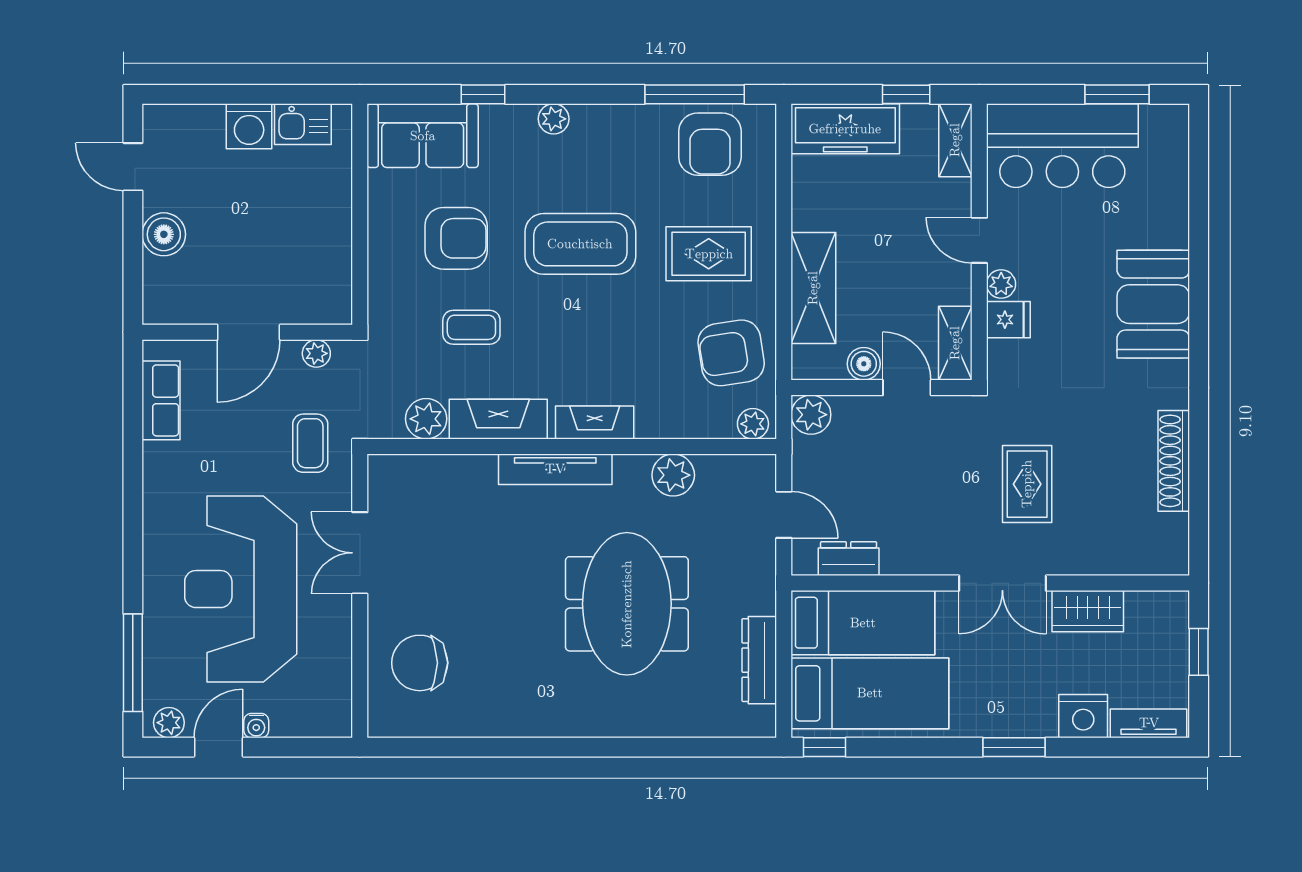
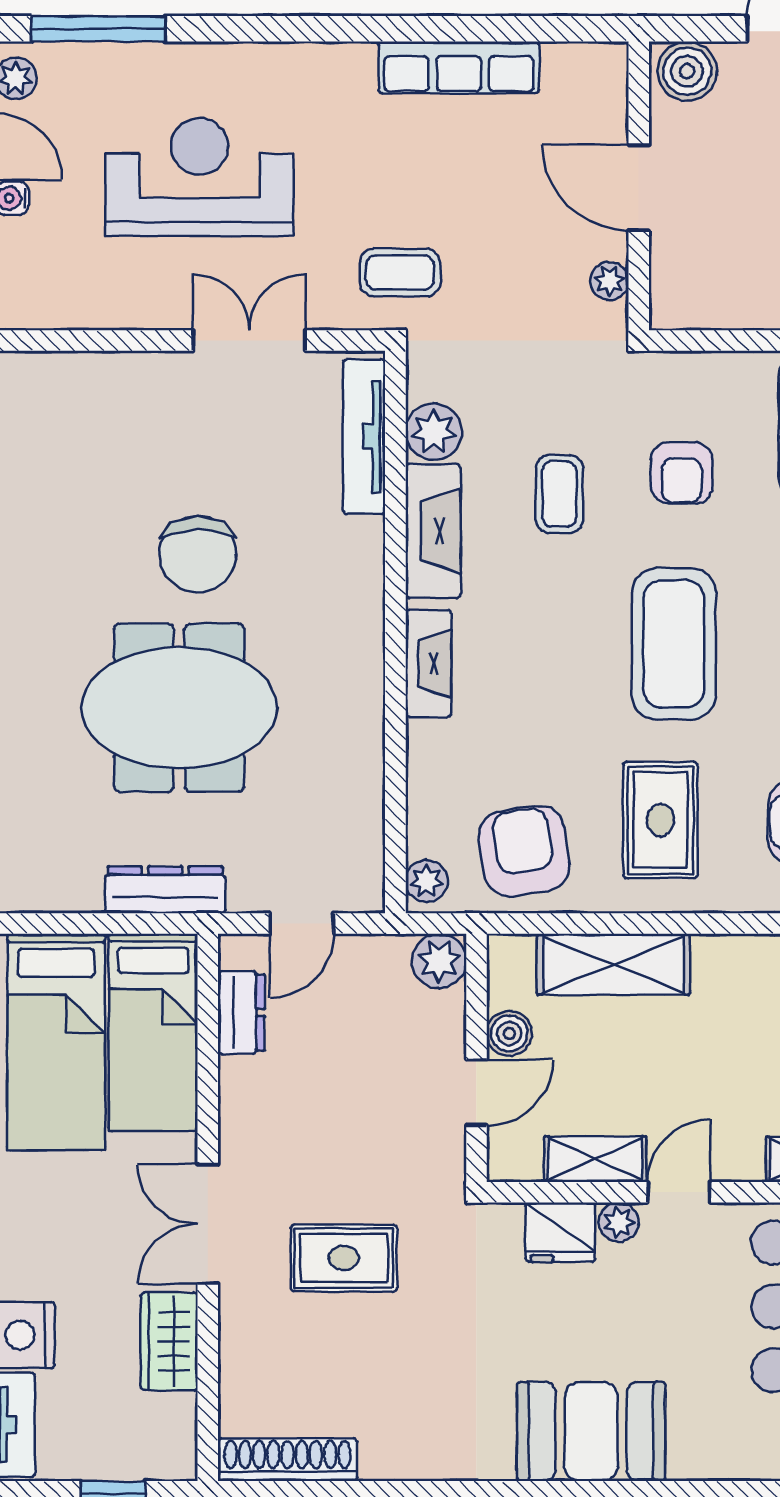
armchair: (456, 238) -> (682, 473), width x0.72, depth x0.72
fridge: (1008, 320) -> (560, 1232), width x1.38
wall: (247, 332) -> (639, 186), moved
door: (249, 332) -> (639, 188), moved
shelving: (955, 343) -> (595, 1159), moved
plant: (316, 353) -> (609, 281), moved
row of seats: (161, 400) -> (459, 67), width x1.48
shoe rack: (1174, 461) -> (287, 1460), moved
tv unit: (555, 469) -> (364, 437), moved
plant: (673, 475) -> (356, 771), removed
reception desk: (241, 589) -> (199, 177), width x0.74, depth x0.77
dresser: (759, 660) -> (165, 890), moved
chair: (420, 663) -> (198, 554), moved, turned 180

